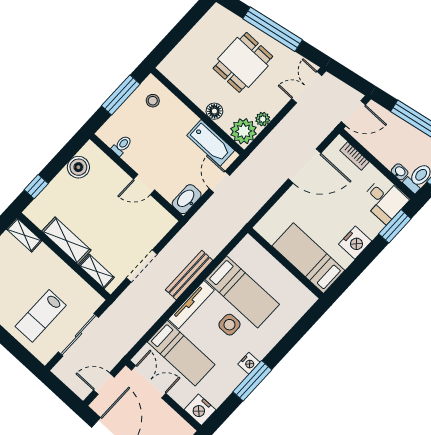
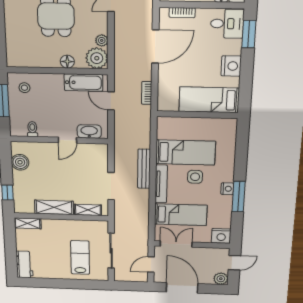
washbasin: (187, 199) -> (89, 131), moved, turned 90
bookcase: (258, 202) -> (147, 93), added
lab bench: (41, 316) -> (80, 257), turned 180

